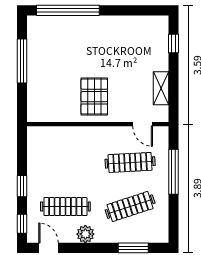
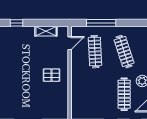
pallet: (94, 97) -> (51, 75), width x0.67, depth x0.71

